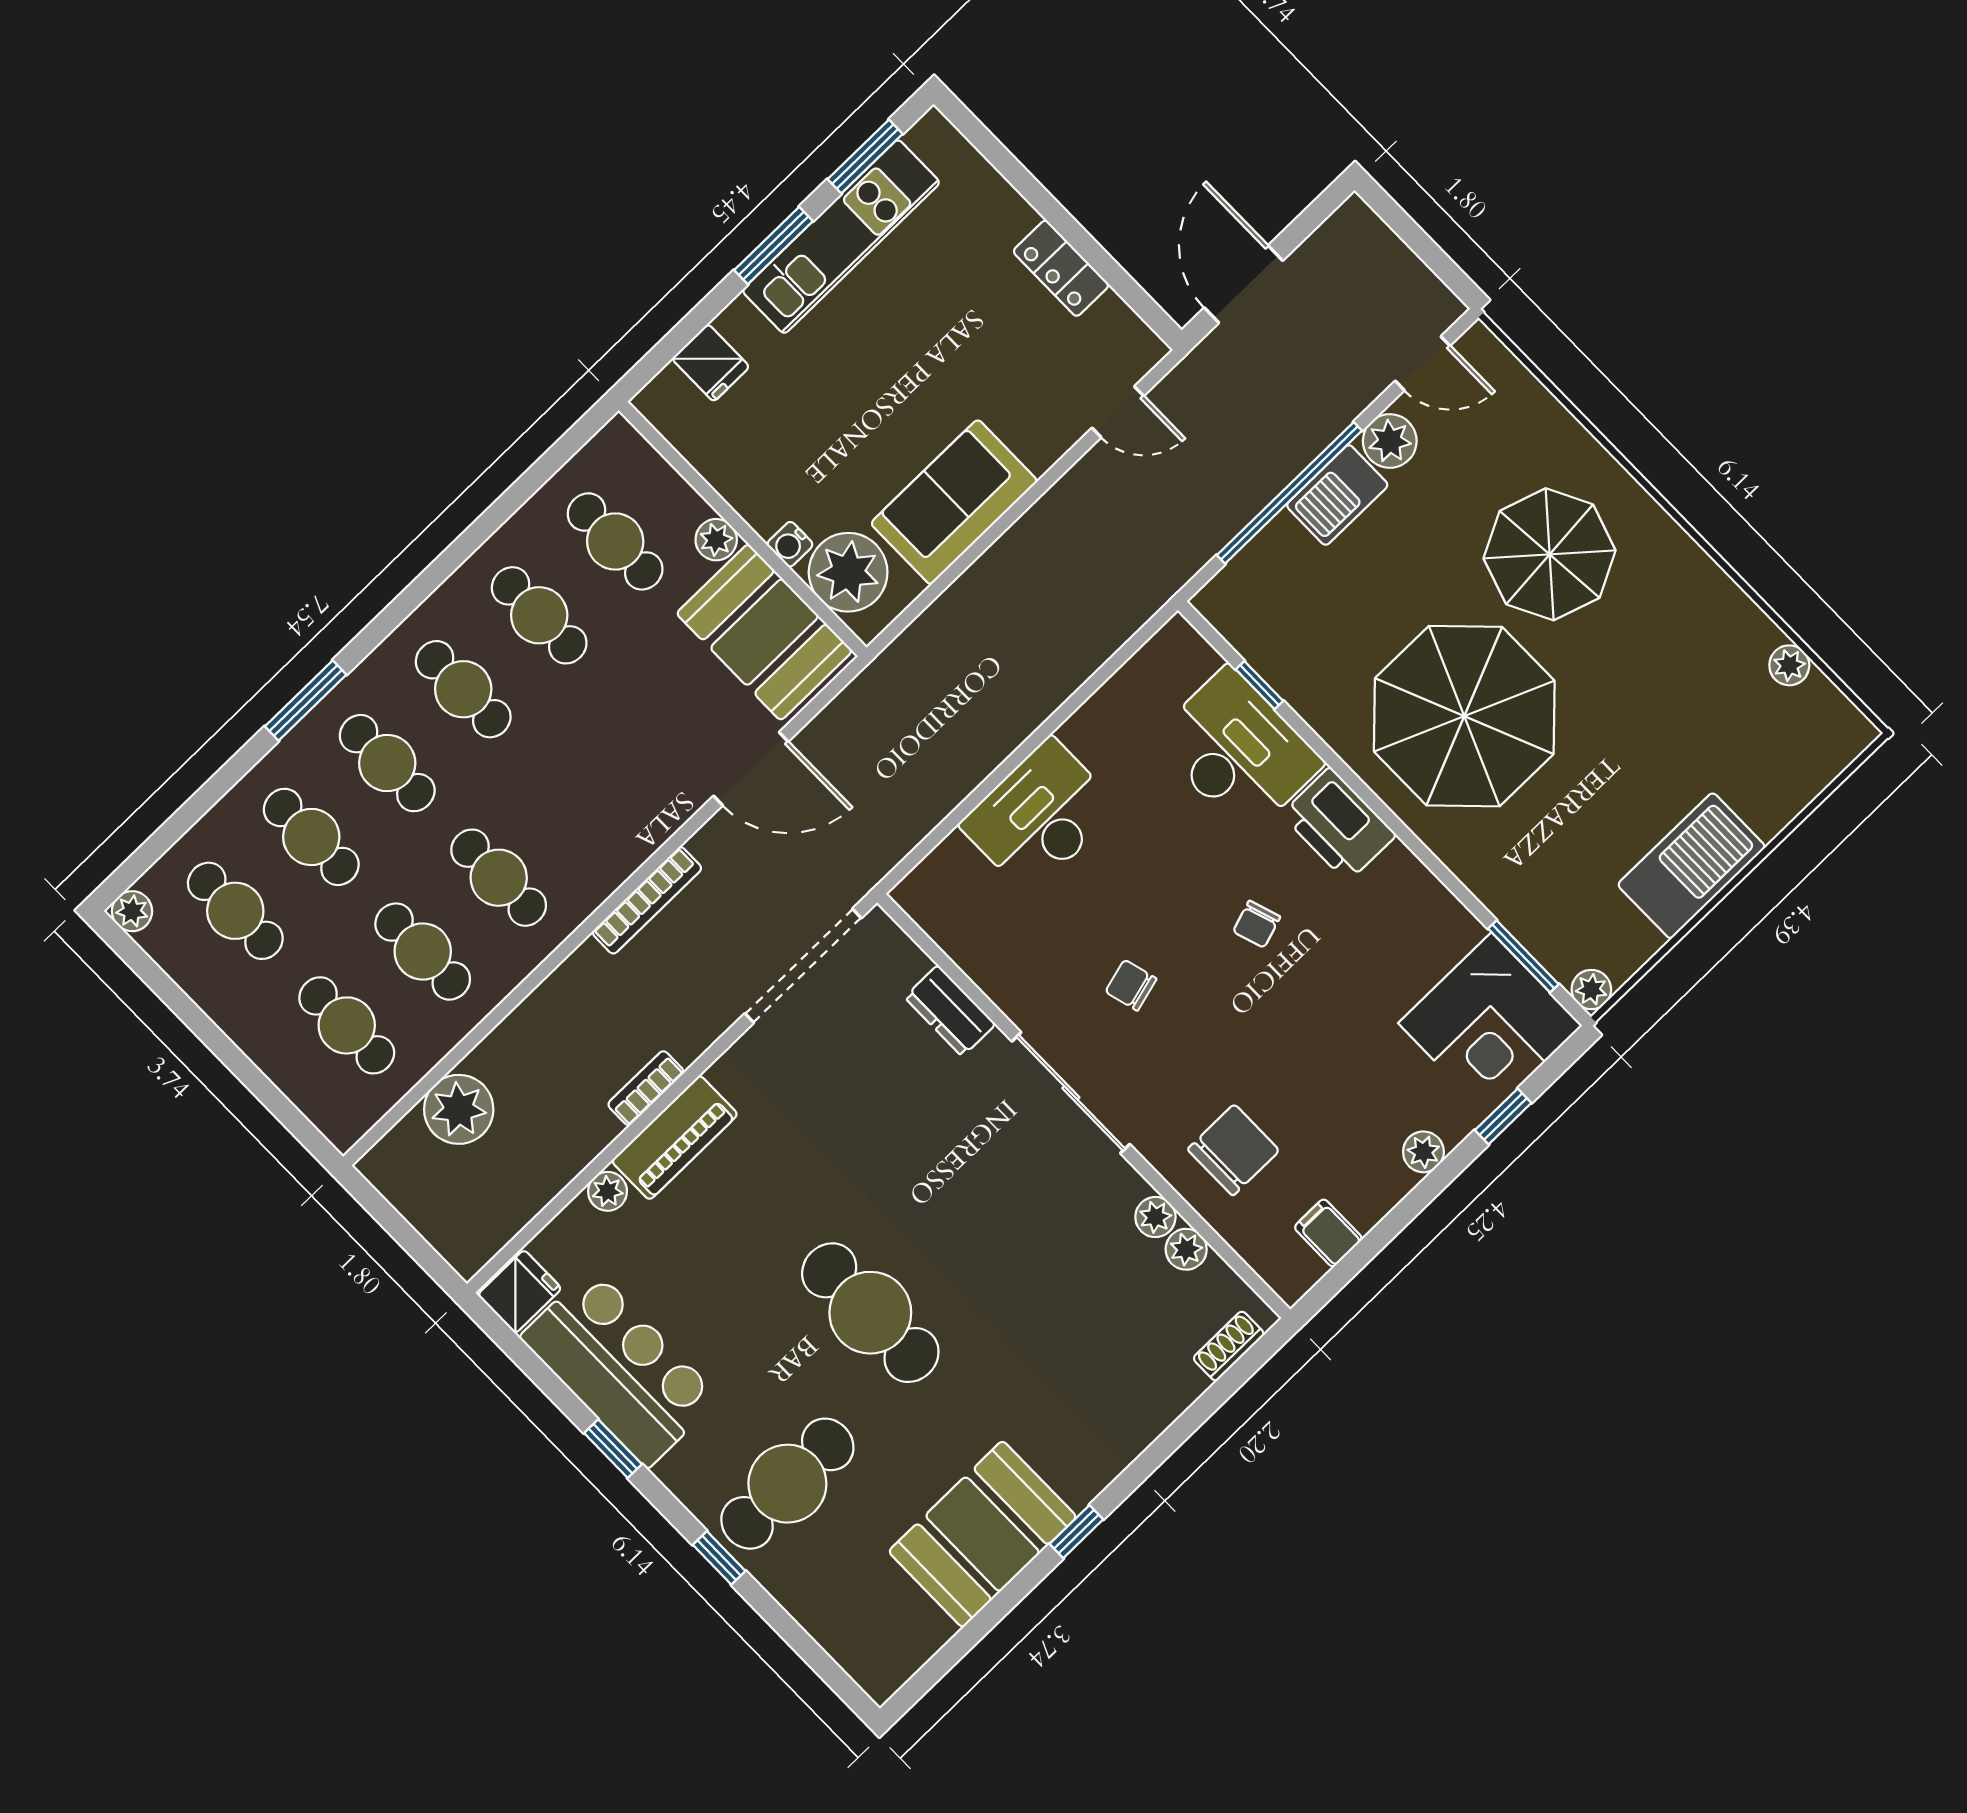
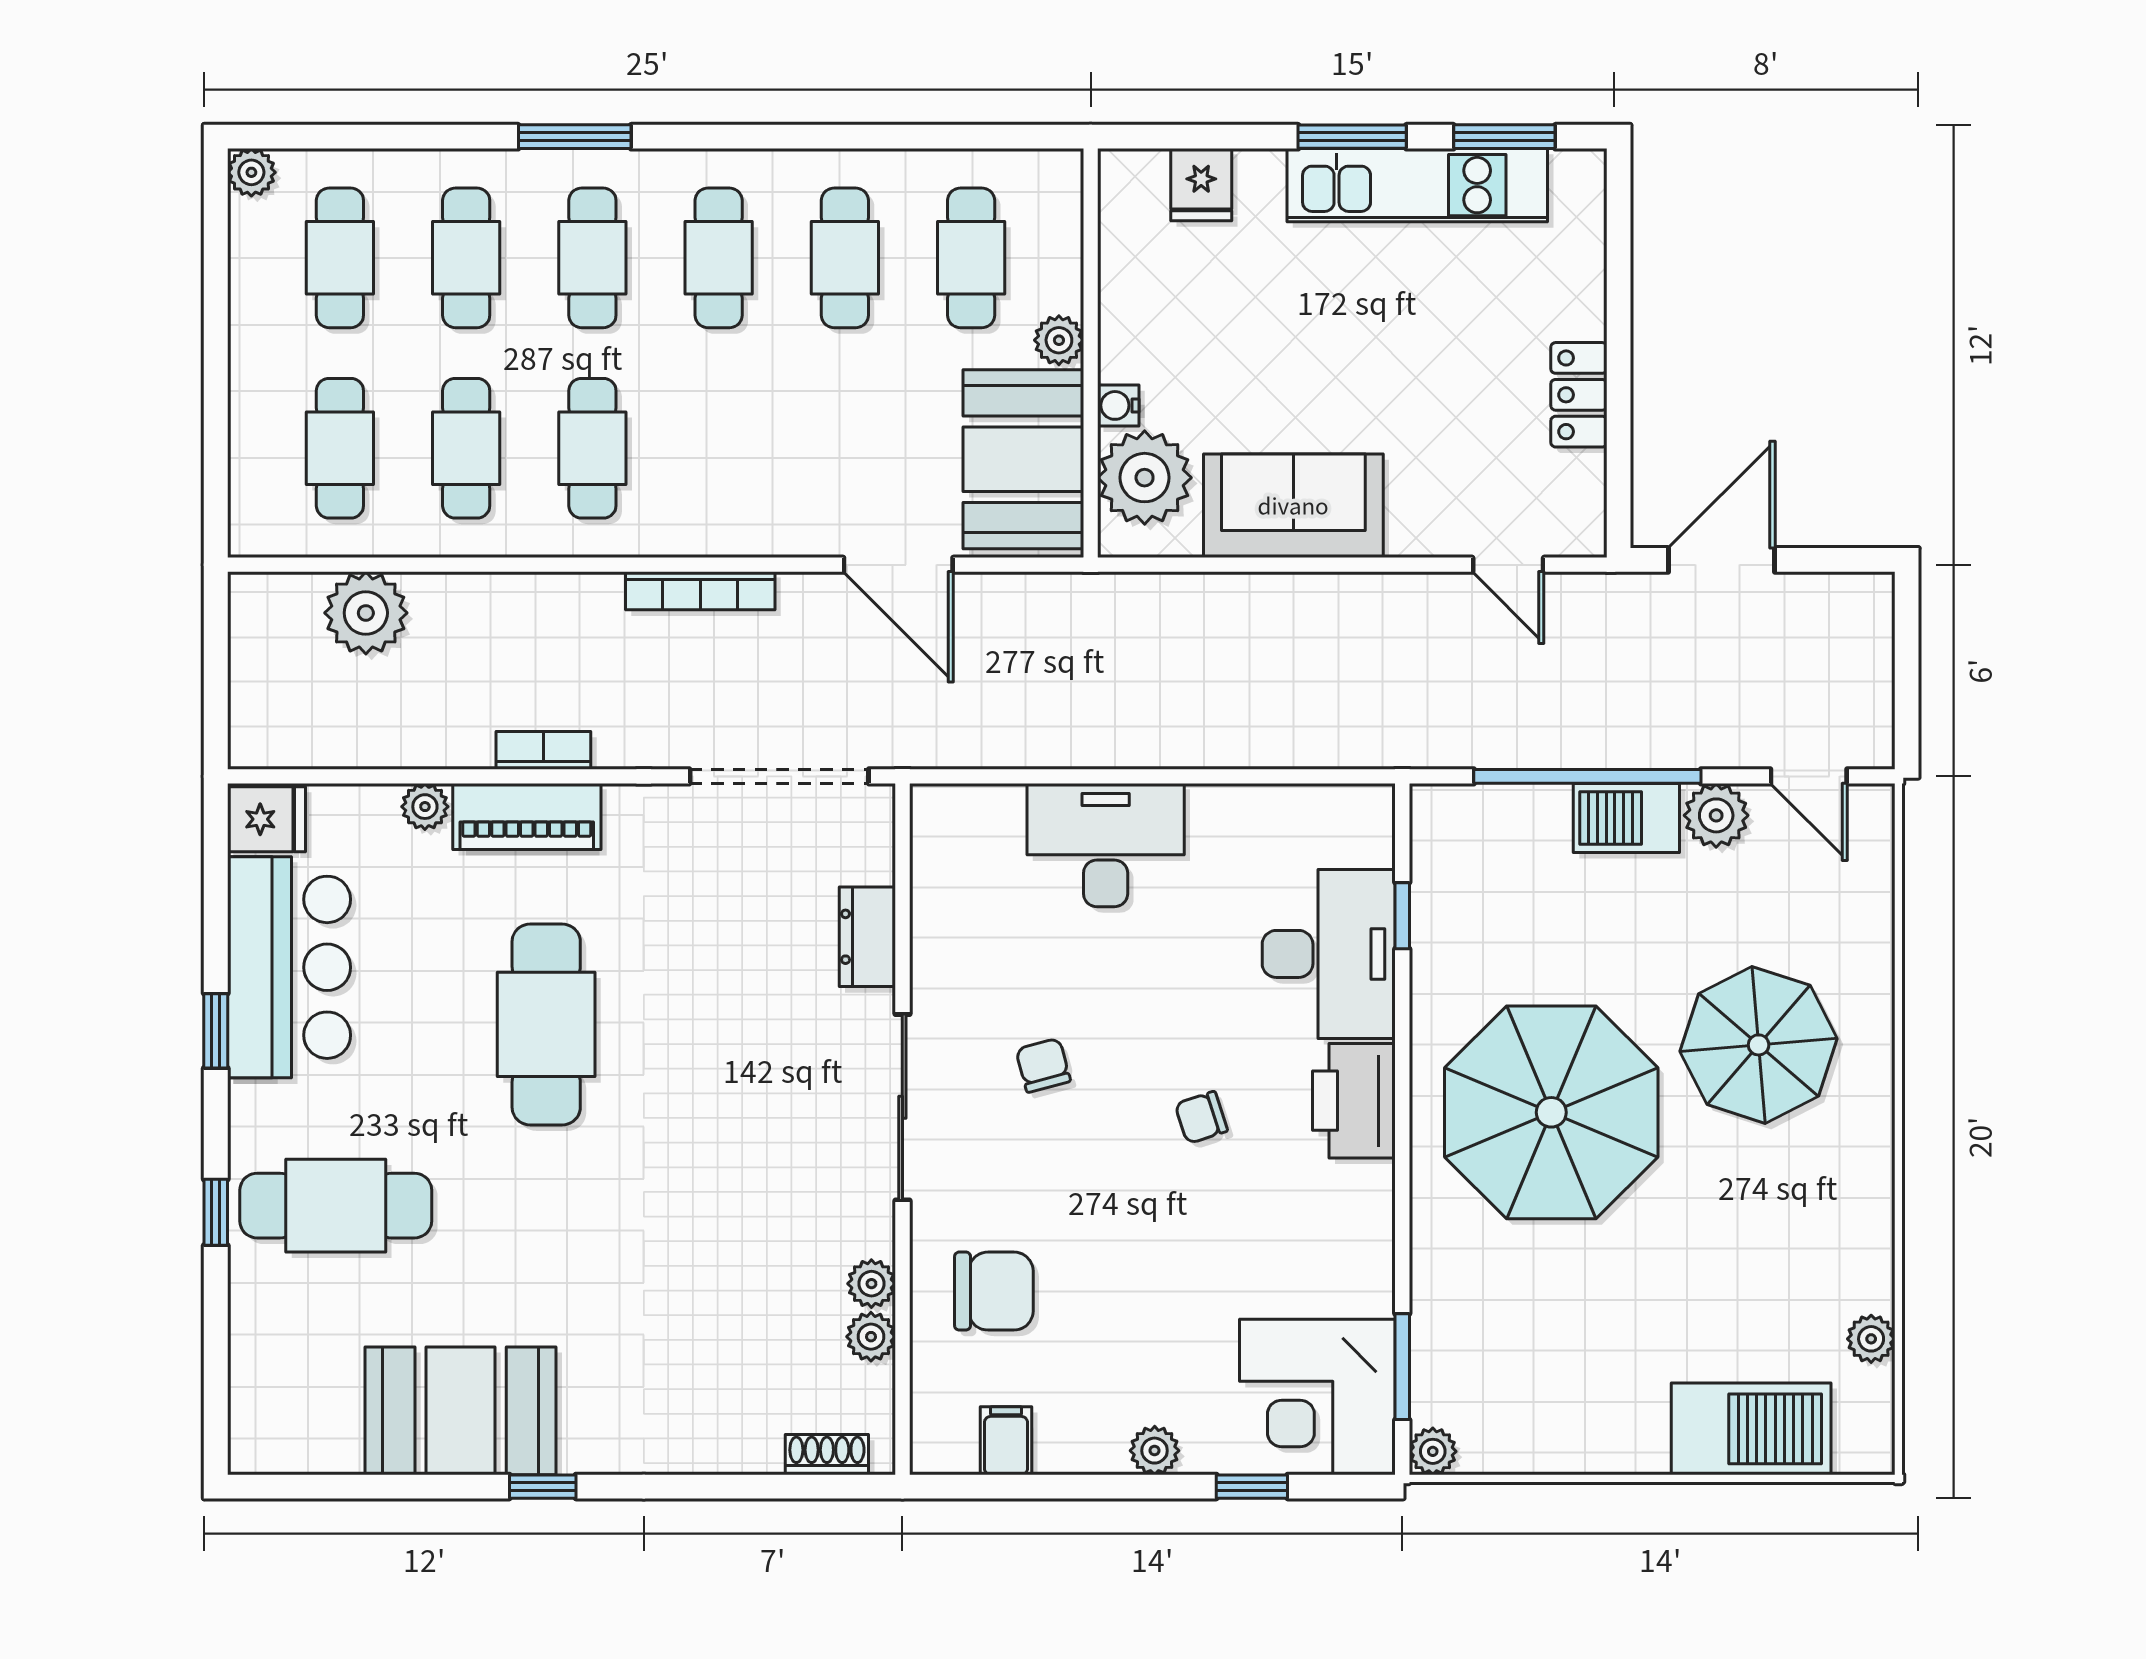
barbecue: (1692, 866) -> (1751, 1429), moved
cafe table: (870, 1313) -> (546, 1024), moved

